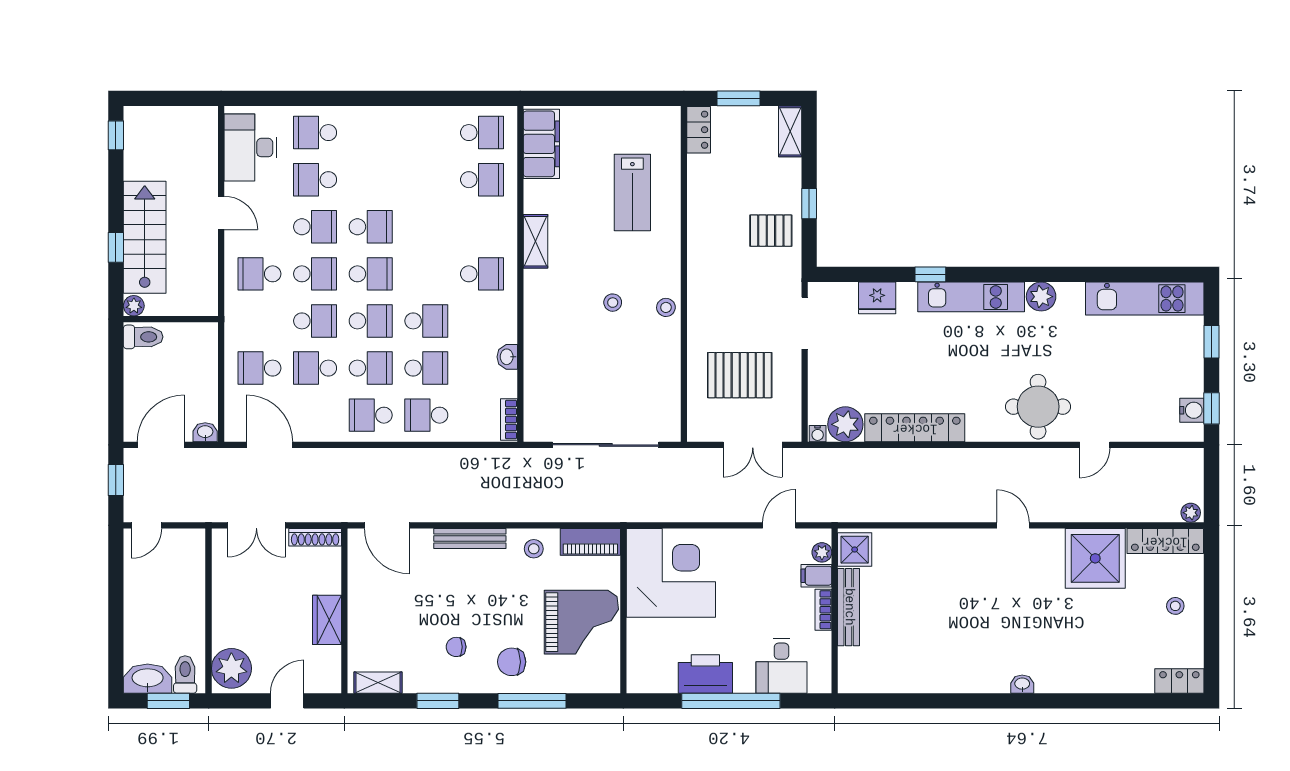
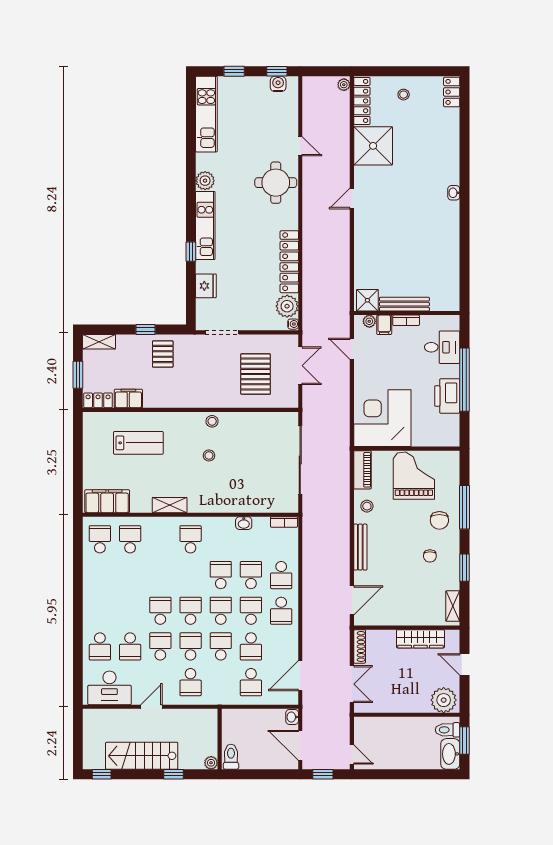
filing cabinet: (701, 177) -> (128, 399), added
stairs: (145, 237) -> (142, 756), moved
wardrobe: (327, 620) -> (420, 639), width x1.50

